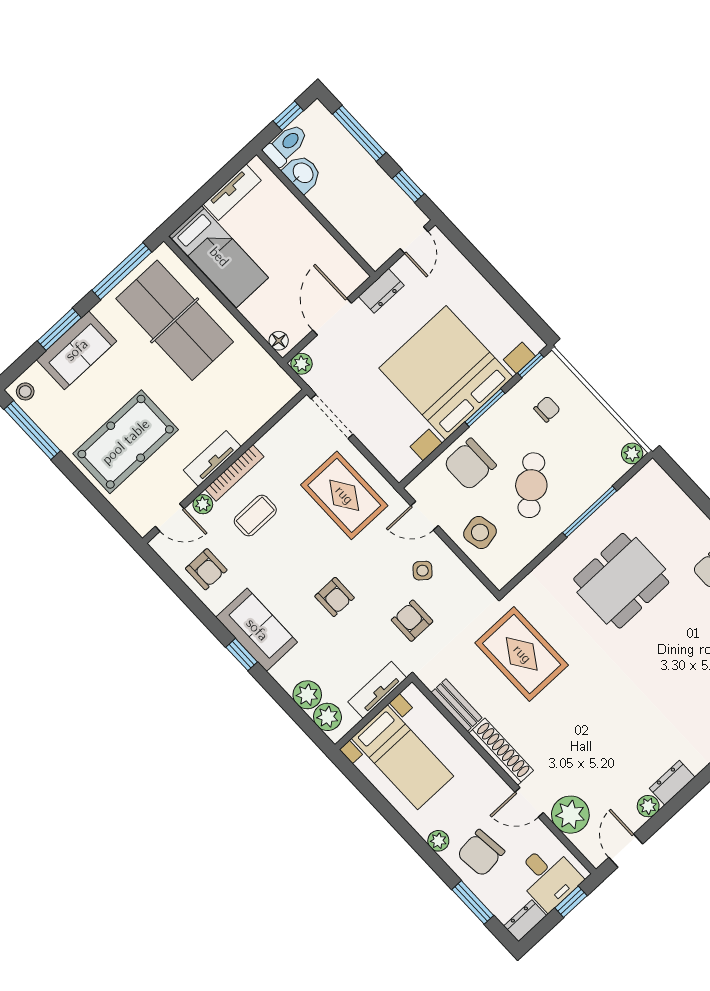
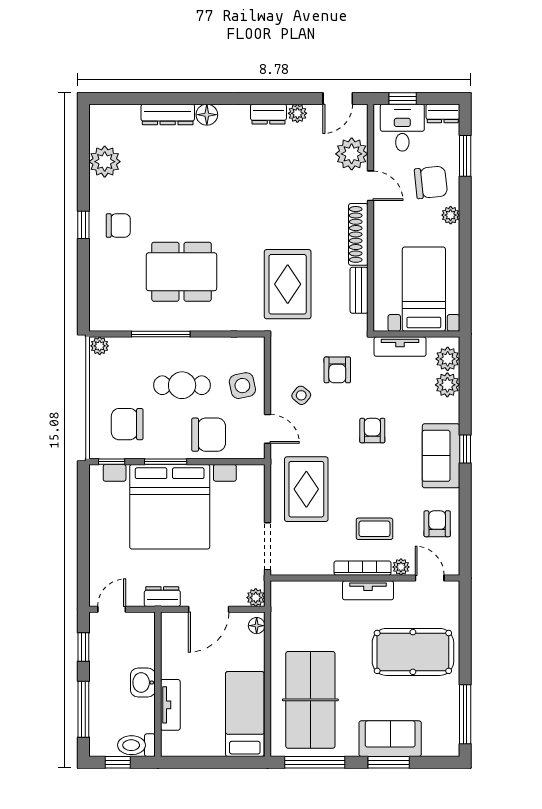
washbasin: (302, 173) -> (143, 683), moved
tv unit: (232, 192) -> (170, 705), moved, turned 90
stool: (25, 391) -> (447, 743), removed
chair: (547, 409) -> (127, 424), width x1.87, depth x1.87
cafe table: (531, 485) -> (182, 385), turned 41

